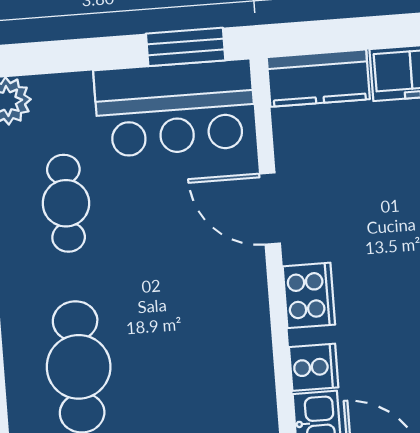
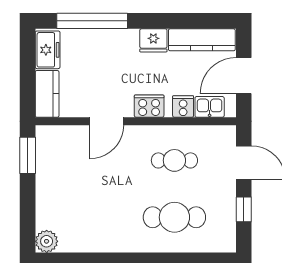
bar counter: (175, 108) -> (56, 162), removed
cafe table: (66, 203) -> (174, 160), moved

